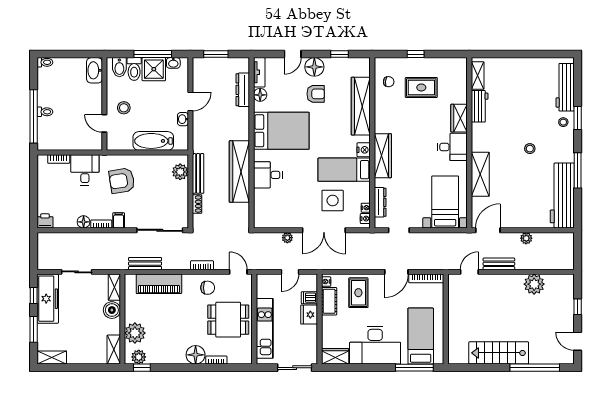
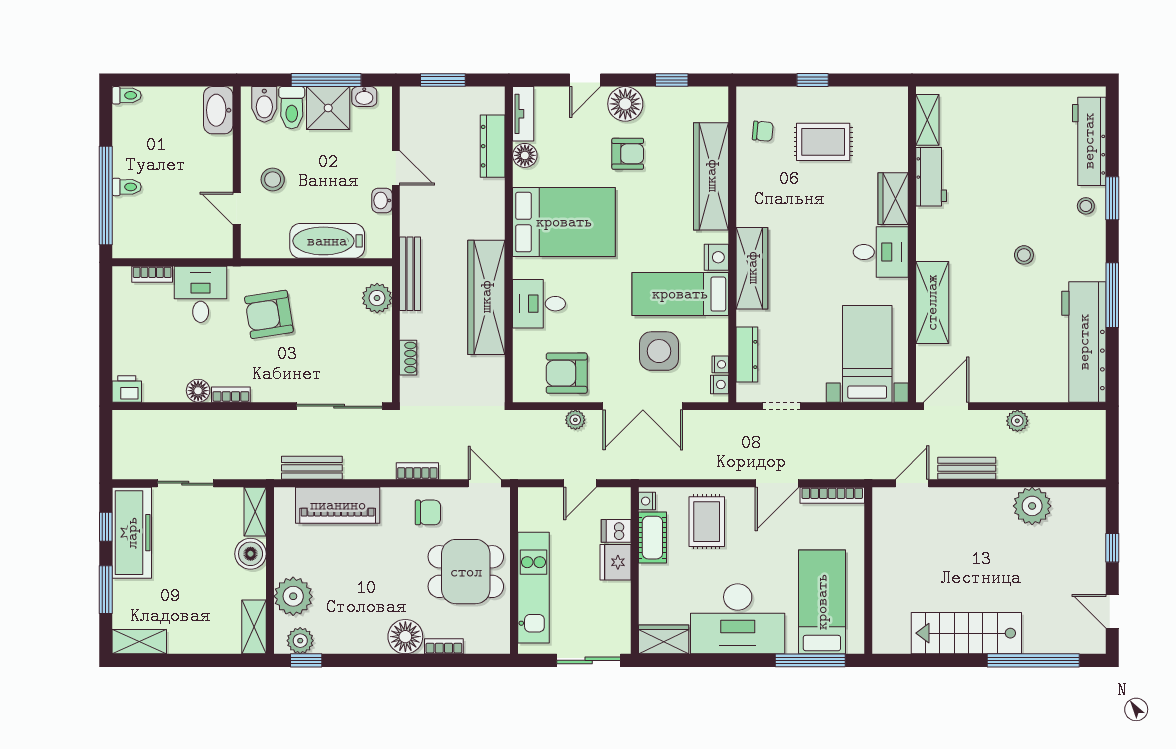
door: (190, 101) -> (396, 168), hinge flipped
bench: (198, 173) -> (410, 274), moved
armchair: (283, 212) -> (567, 373), added
filing cabinet: (119, 220) -> (263, 388), removed

